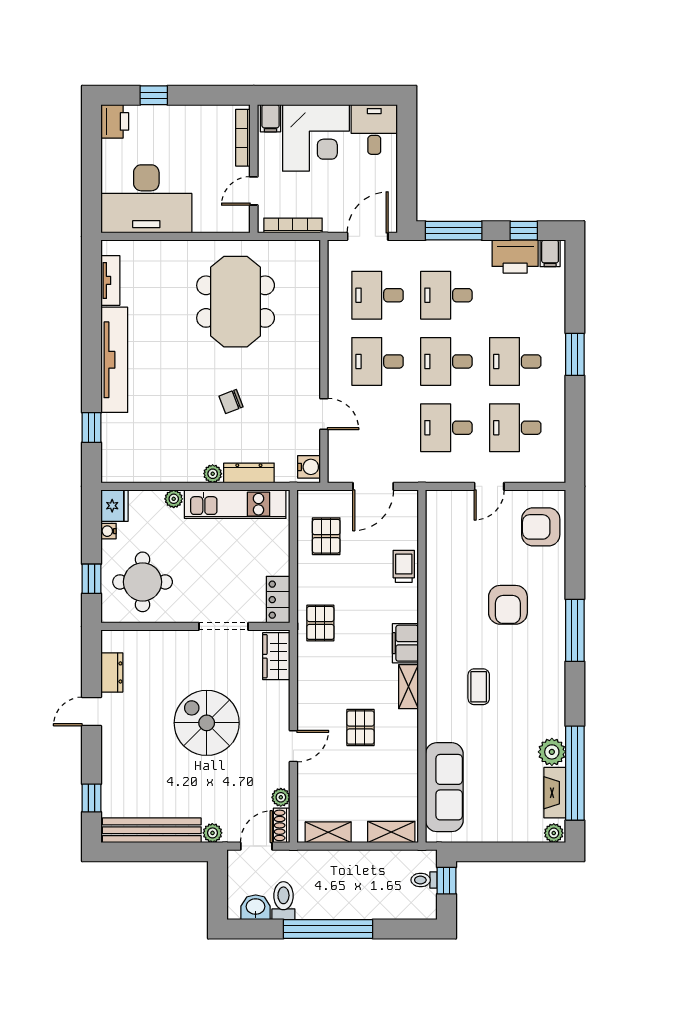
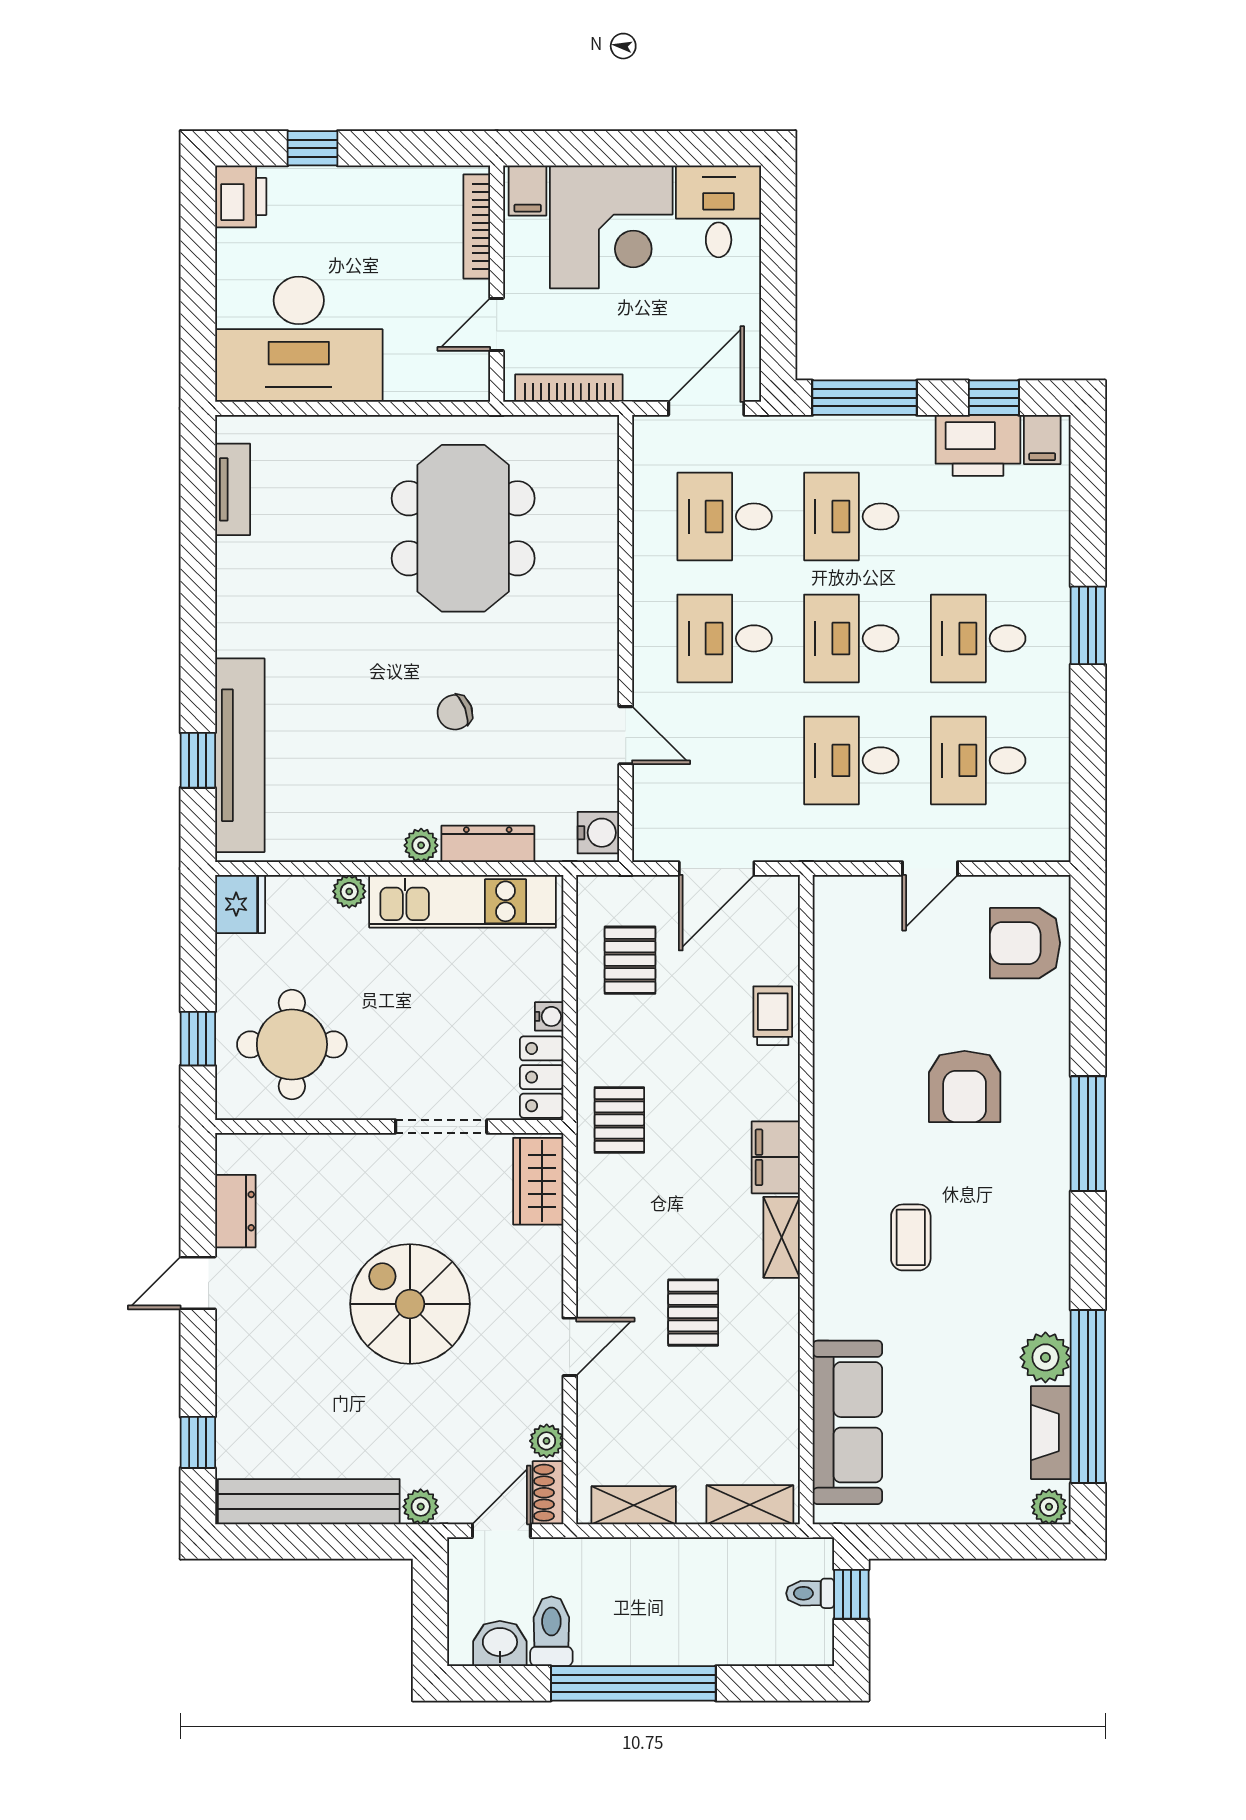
tv unit: (114, 360) -> (240, 755), moved
water cooler: (108, 531) -> (549, 1016), moved, turned 180

